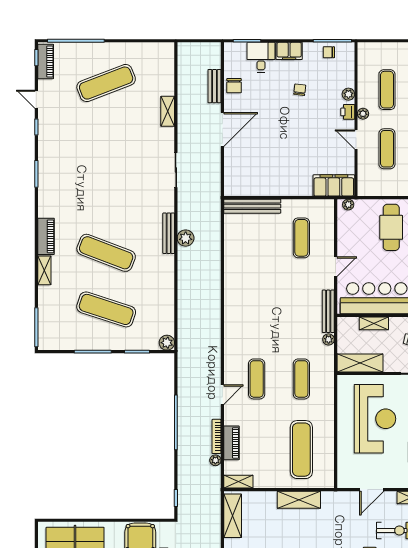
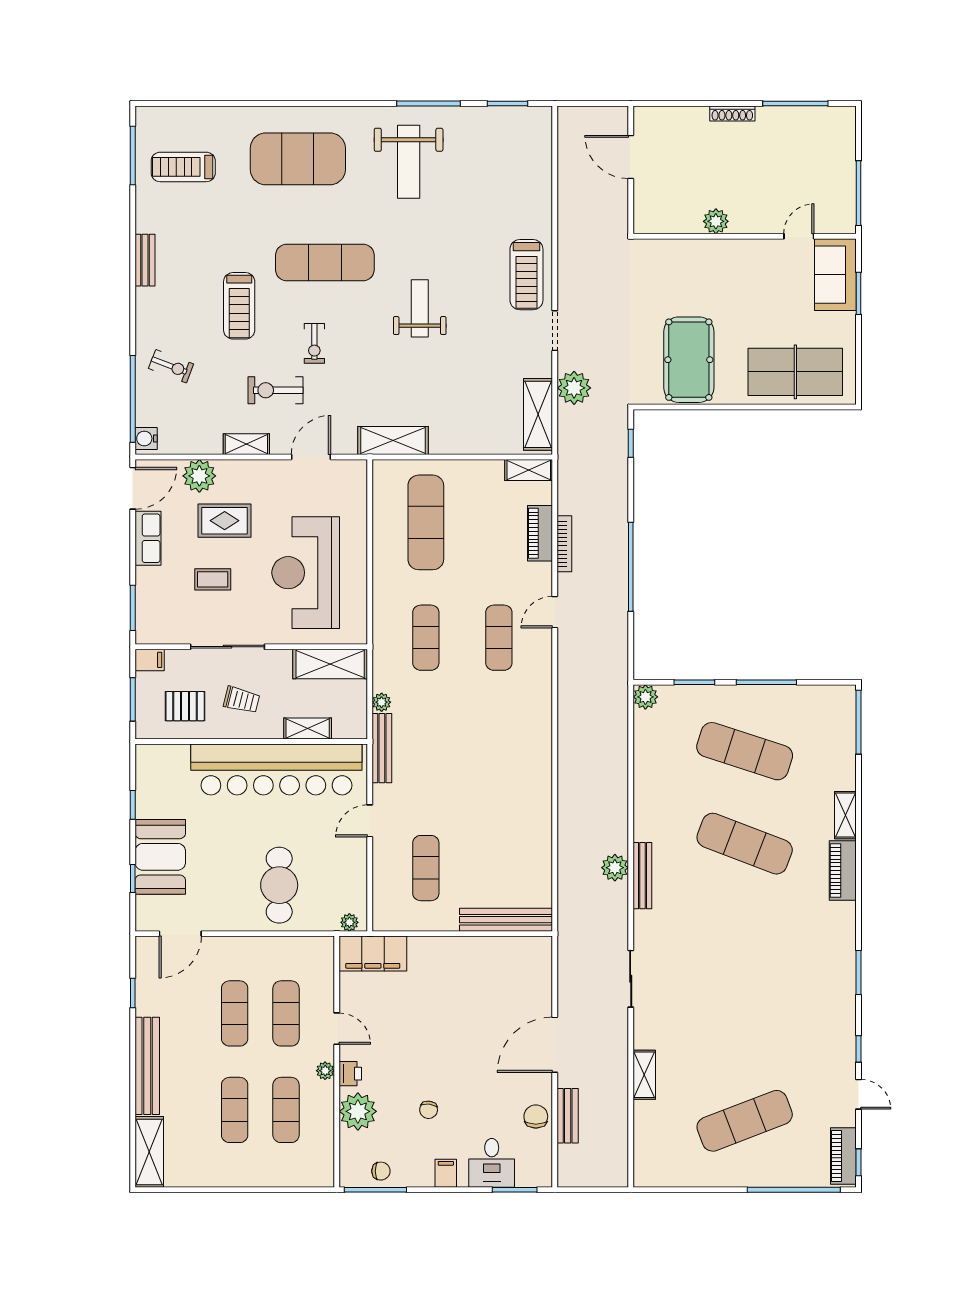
filing cabinet: (289, 51) -> (446, 1173), width x0.50
plant: (348, 94) -> (358, 1111), width x1.88, depth x1.88
plant: (215, 460) -> (574, 388), moved, width x1.88, depth x1.88
shelving: (299, 500) -> (393, 440), moved

